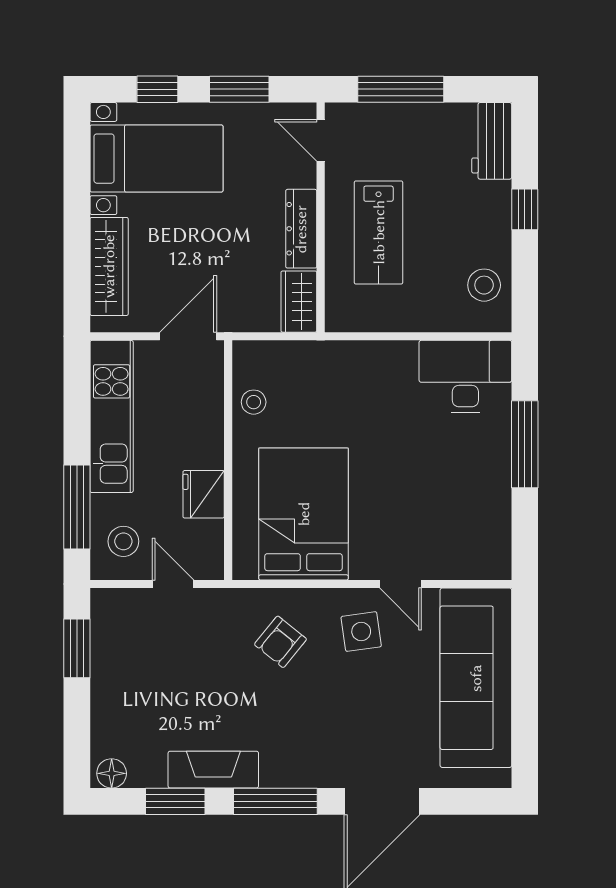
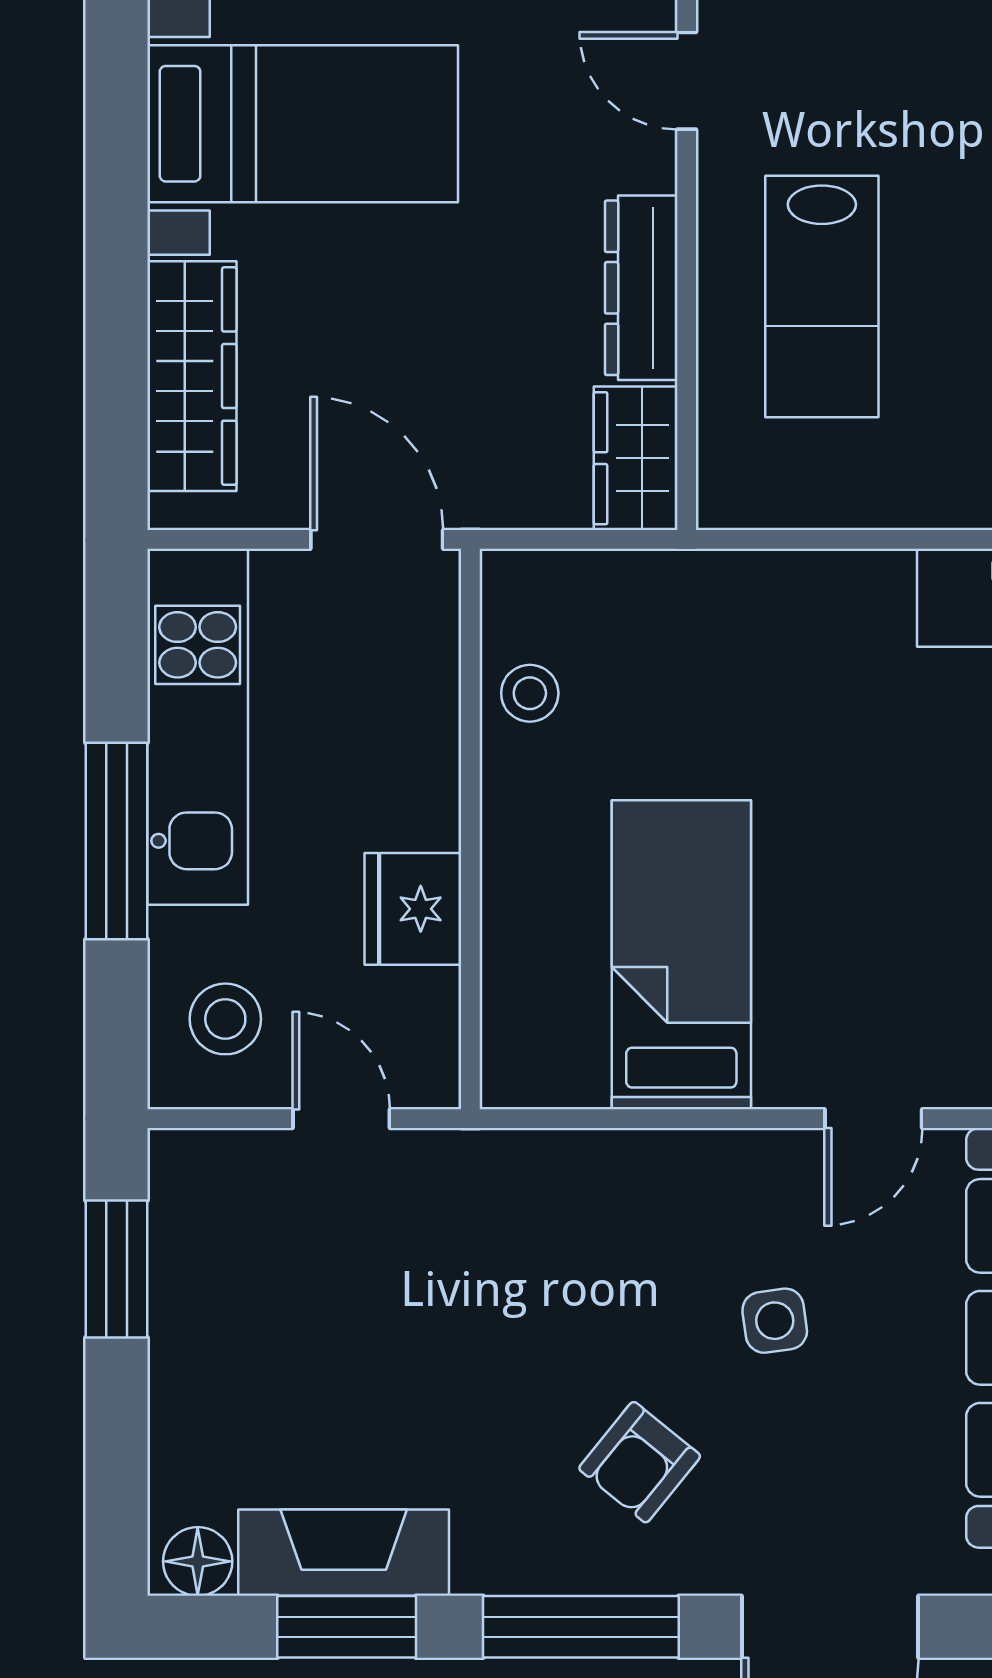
door: (188, 336) -> (377, 539), hinge flipped
window: (77, 507) -> (117, 841), moved
bed: (304, 514) -> (681, 955), width x0.67
door: (401, 584) -> (873, 1119), hinge flipped
side table: (361, 632) -> (775, 1321), moved, width x0.73, depth x0.73
armchair: (280, 642) -> (640, 1462), moved
fireplace: (213, 770) -> (344, 1553), moved

